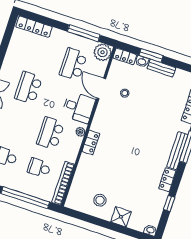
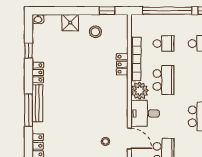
plant: (80, 132) -> (140, 91), width x1.88, depth x1.88
locker: (91, 142) -> (122, 64), moved
bookcase: (63, 183) -> (136, 59), moved
window: (82, 216) -> (107, 11), added

